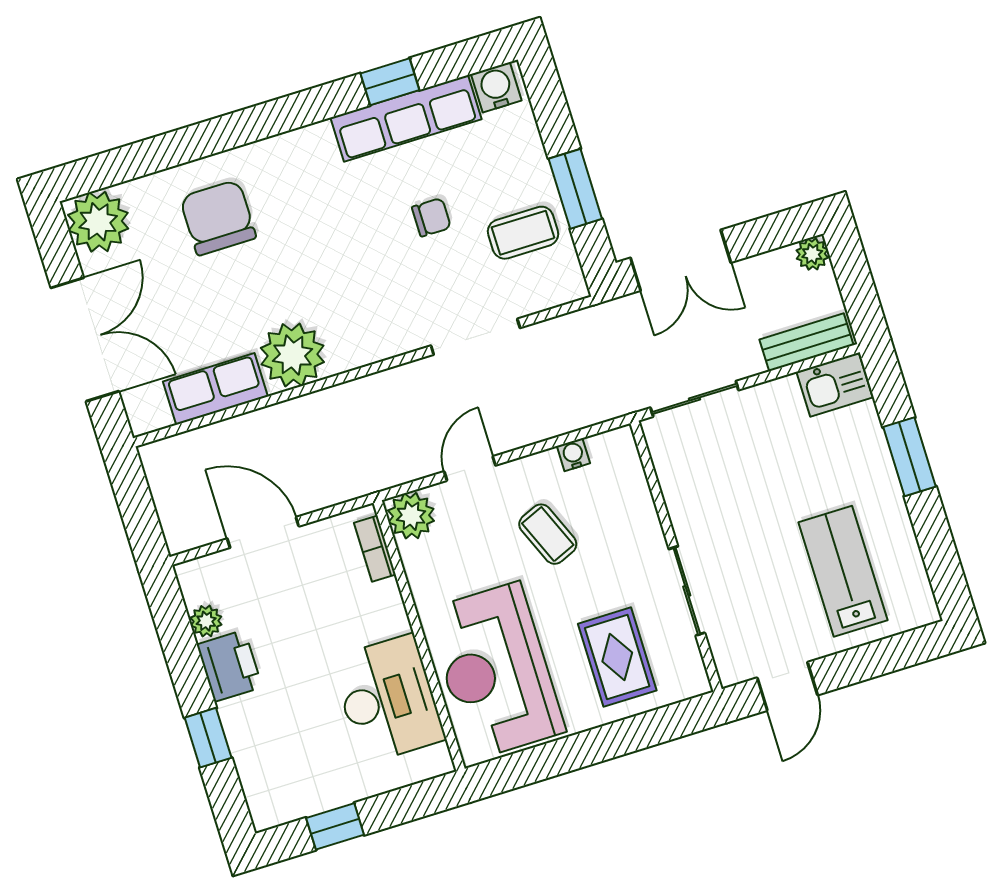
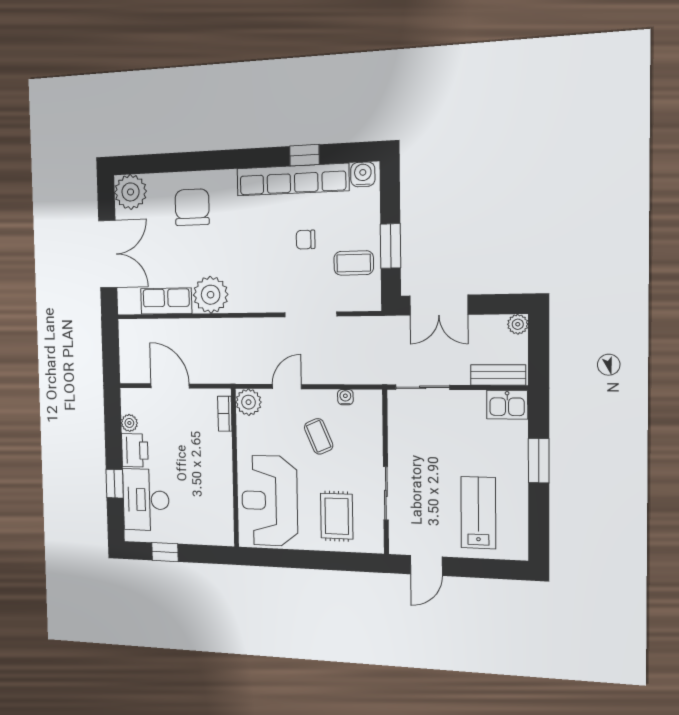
row of seats: (406, 118) -> (292, 180), width x1.36
chair: (431, 217) -> (306, 240), turned 180
desk: (388, 699) -> (146, 500), moved, turned 180

